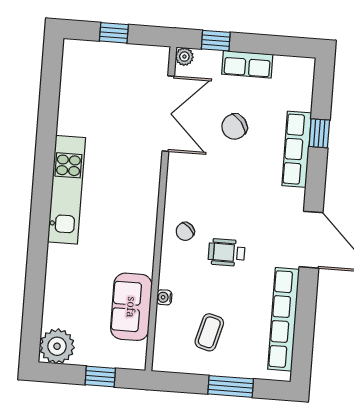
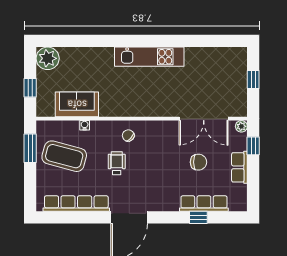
chair: (234, 127) -> (198, 162), turned 128
row of seats: (297, 149) -> (204, 204), moved
coffee table: (209, 332) -> (64, 156), width x1.86, depth x1.72
window: (231, 386) -> (30, 148), moved

